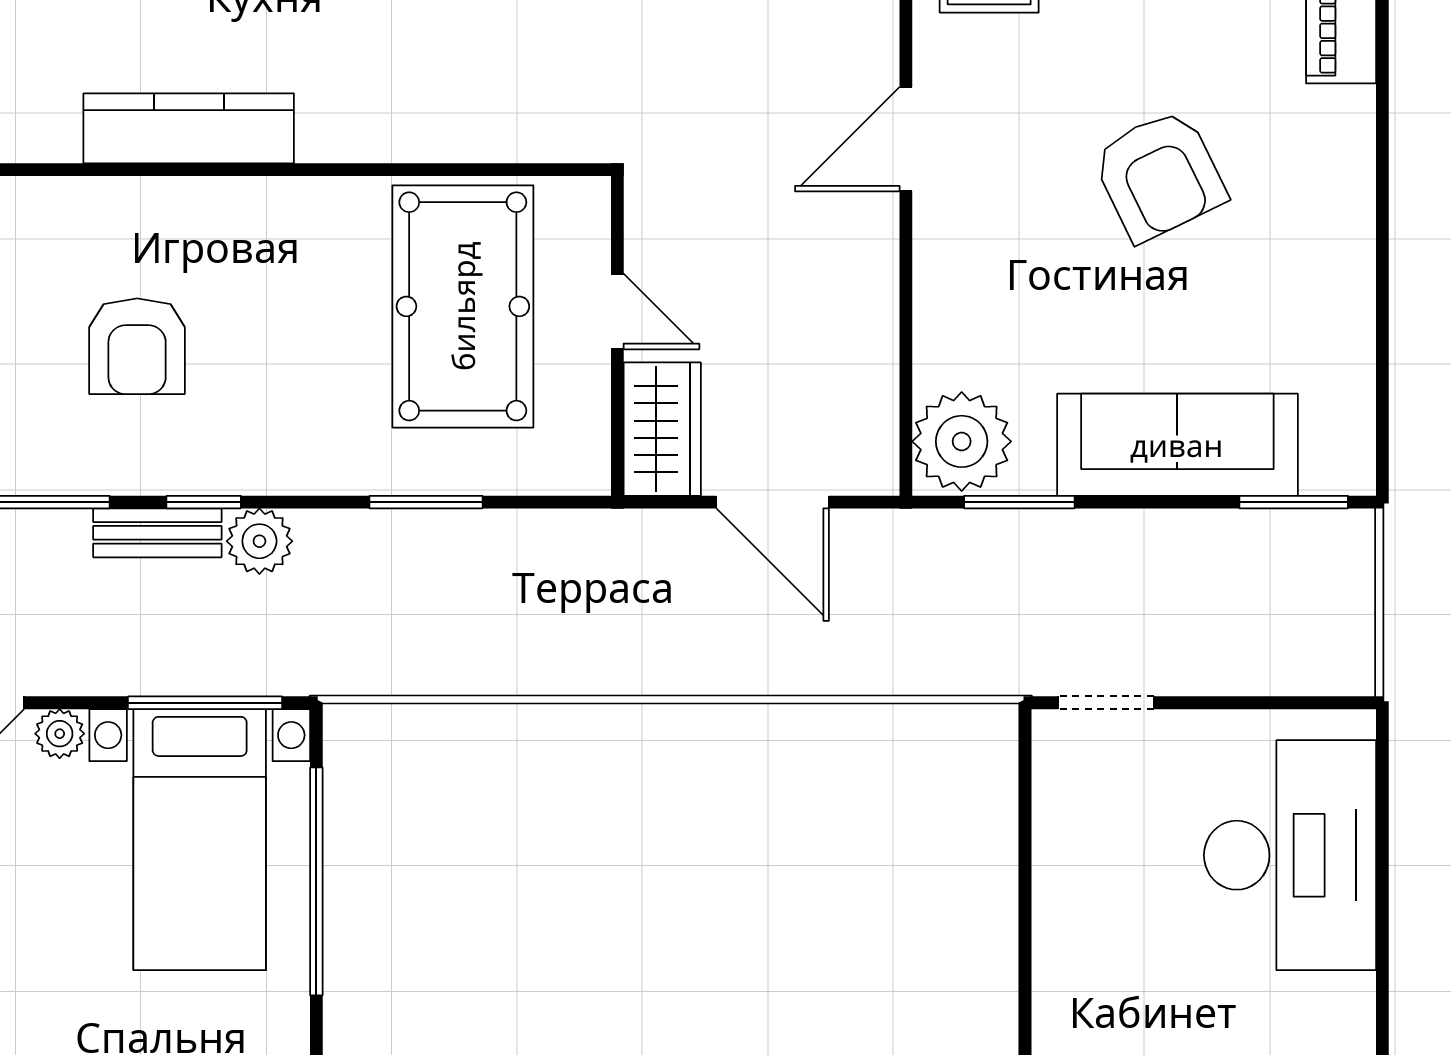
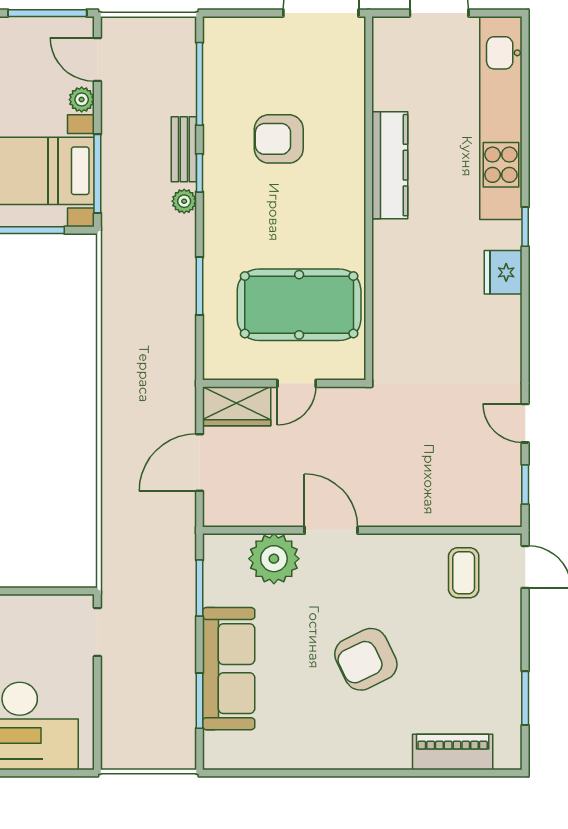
door: (906, 139) -> (331, 530), moved
plant: (962, 441) -> (274, 559), moved
window: (1294, 502) -> (199, 701), moved
plant: (259, 541) -> (184, 201), width x0.73, depth x0.73

